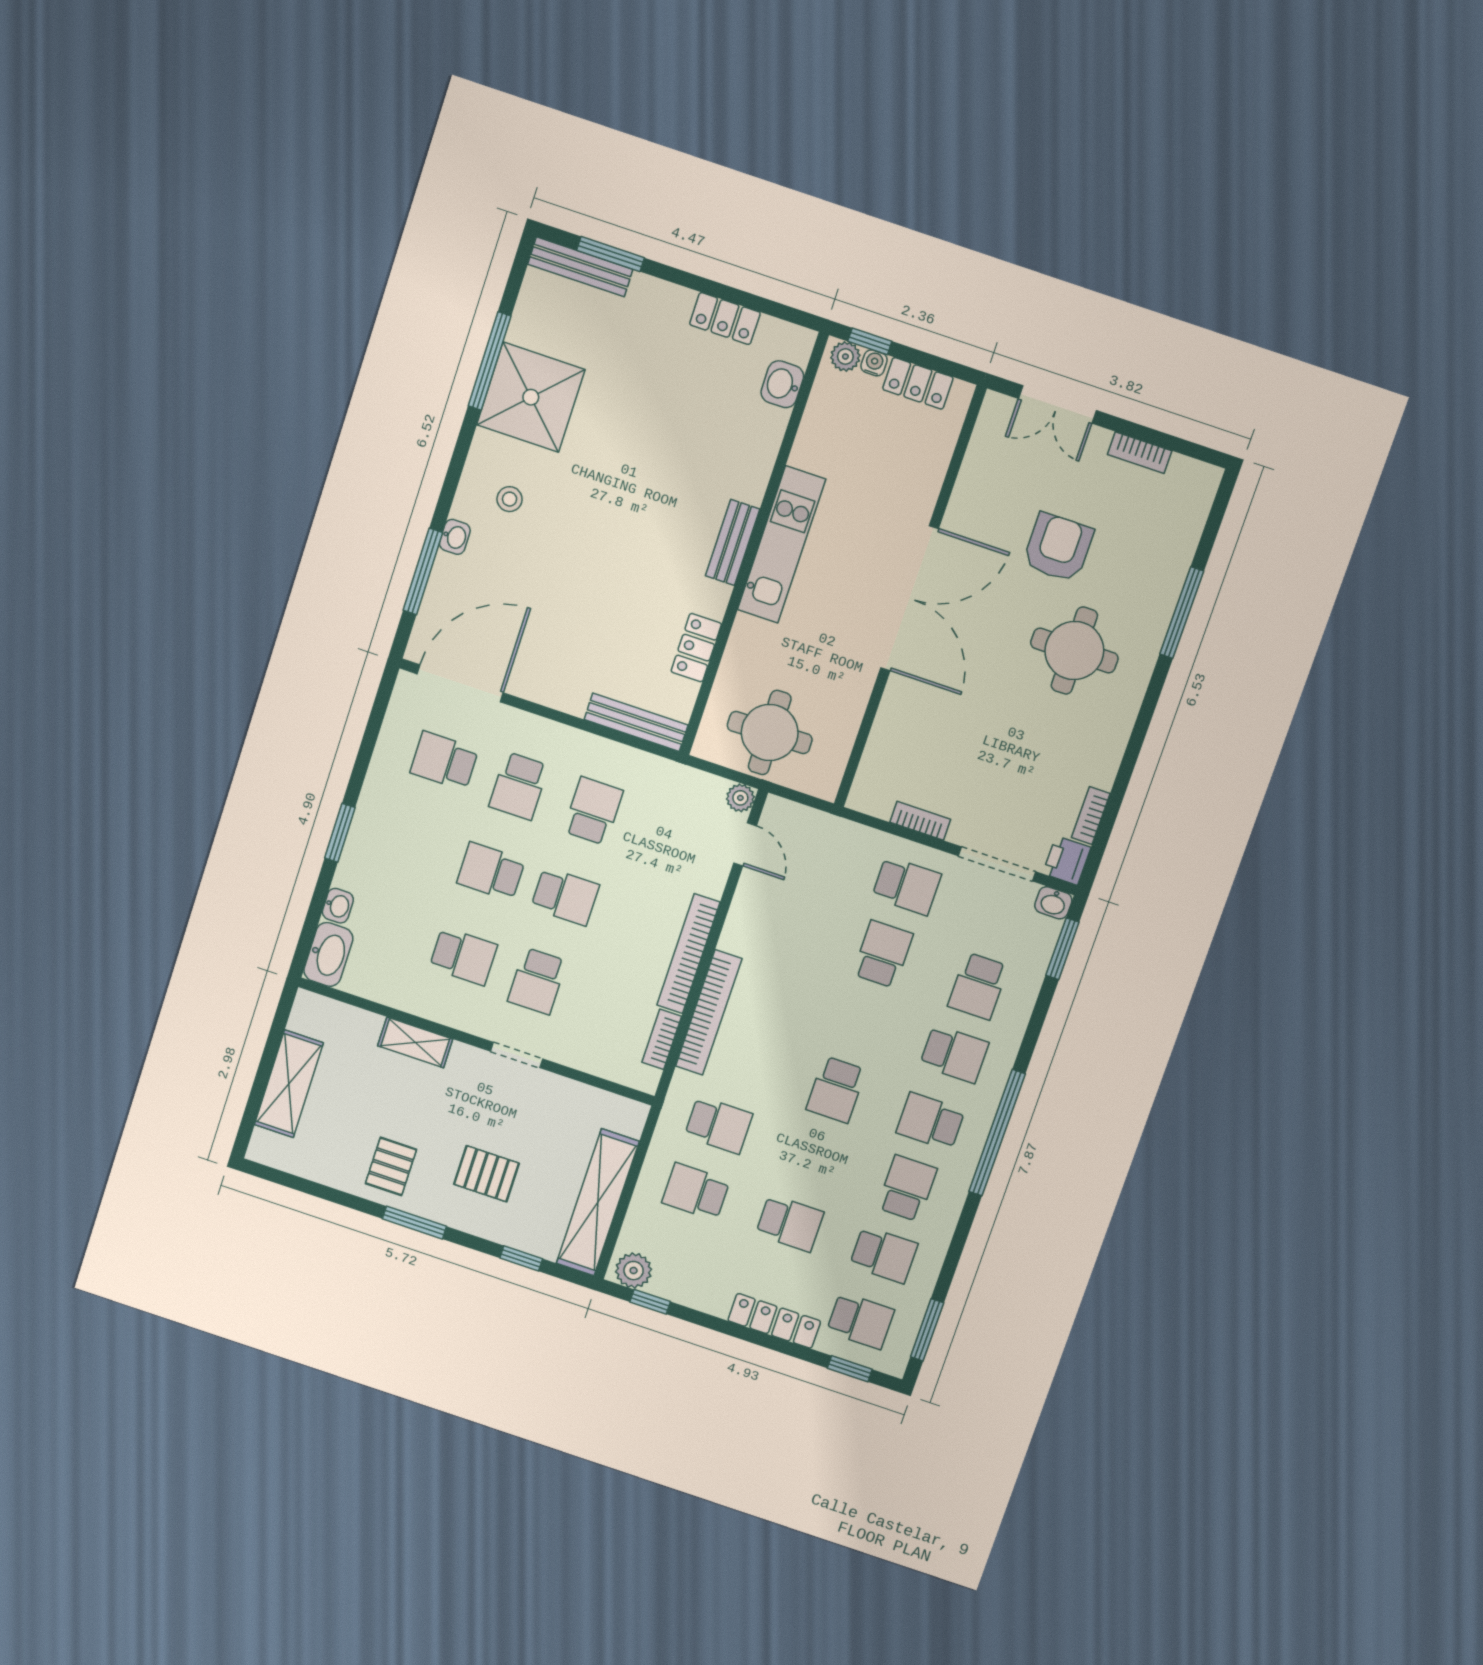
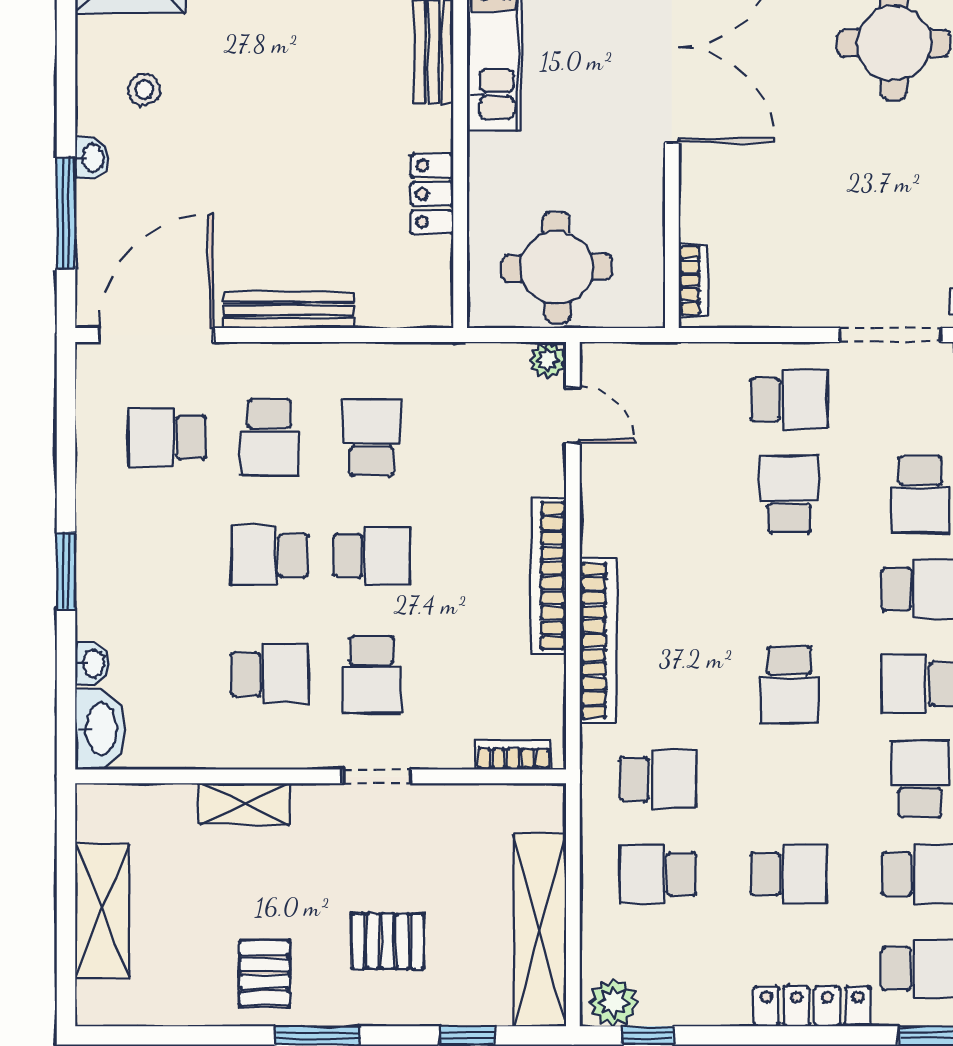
bench: (636, 722) -> (289, 310), moved
bookcase: (920, 821) -> (693, 280), moved, turned 90
bookcase: (662, 1039) -> (513, 755), moved, turned 90

